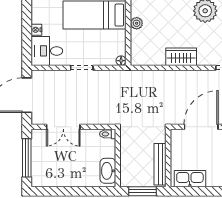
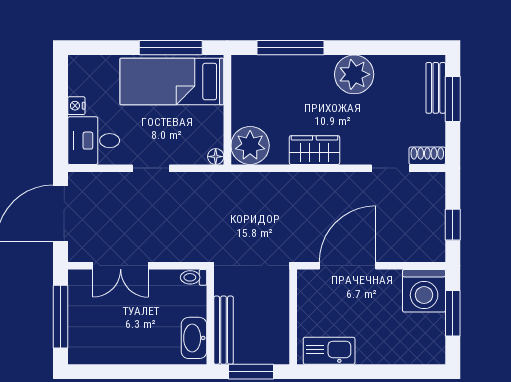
plant: (137, 23) -> (250, 145), moved, width x1.87, depth x1.87
bench: (160, 164) -> (224, 330), moved

